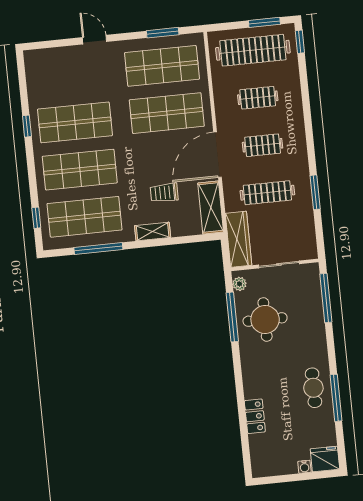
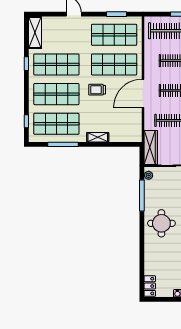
trolley: (164, 193) -> (97, 90), moved
shelving: (211, 208) -> (35, 33), moved
round table: (265, 320) -> (161, 223), moved
locker: (255, 416) -> (150, 286), moved

